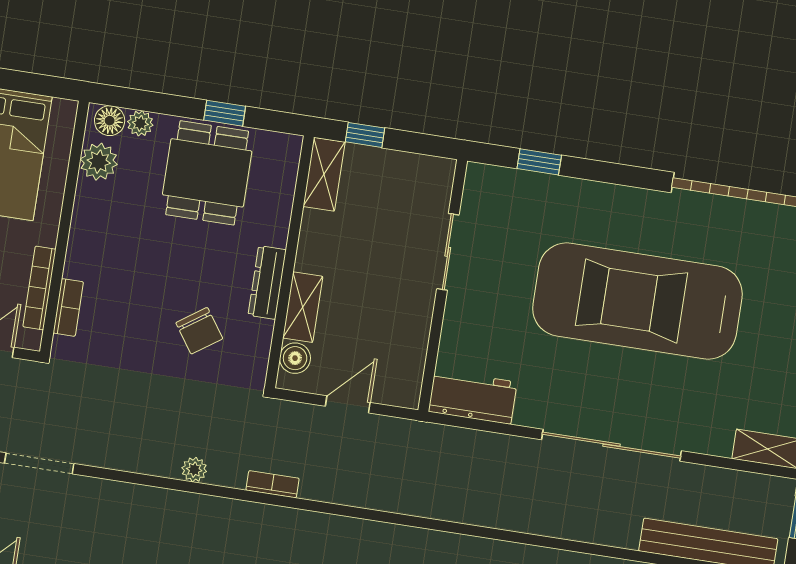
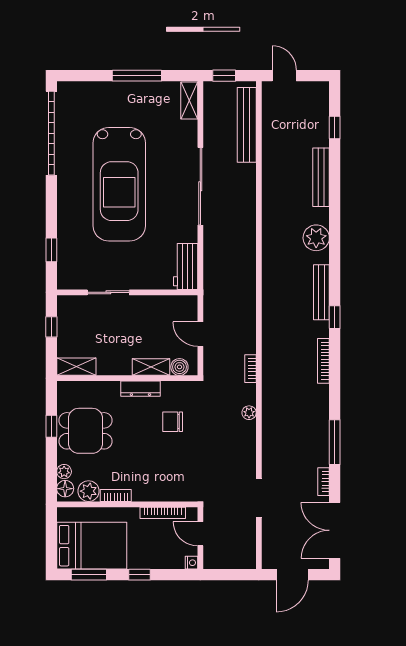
window: (365, 135) -> (51, 327), moved
bookcase: (68, 307) -> (116, 495), moved
chair: (199, 331) -> (173, 422), turned -145

